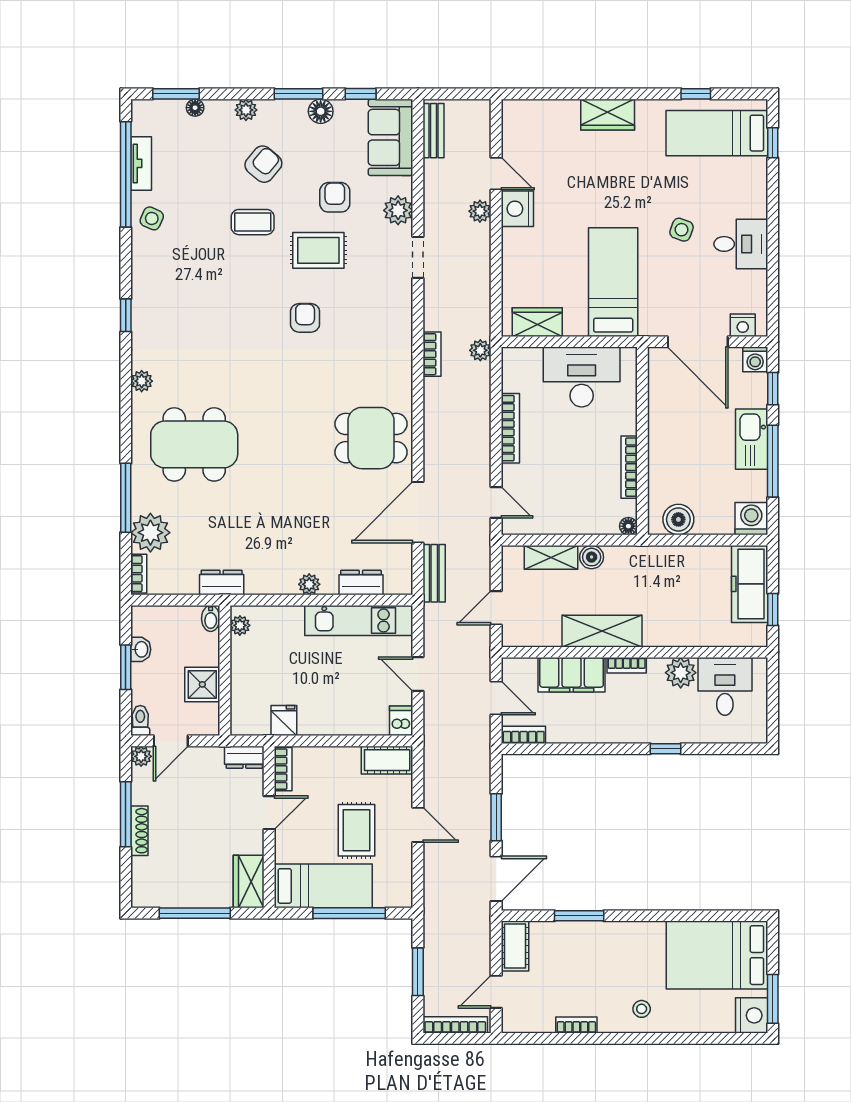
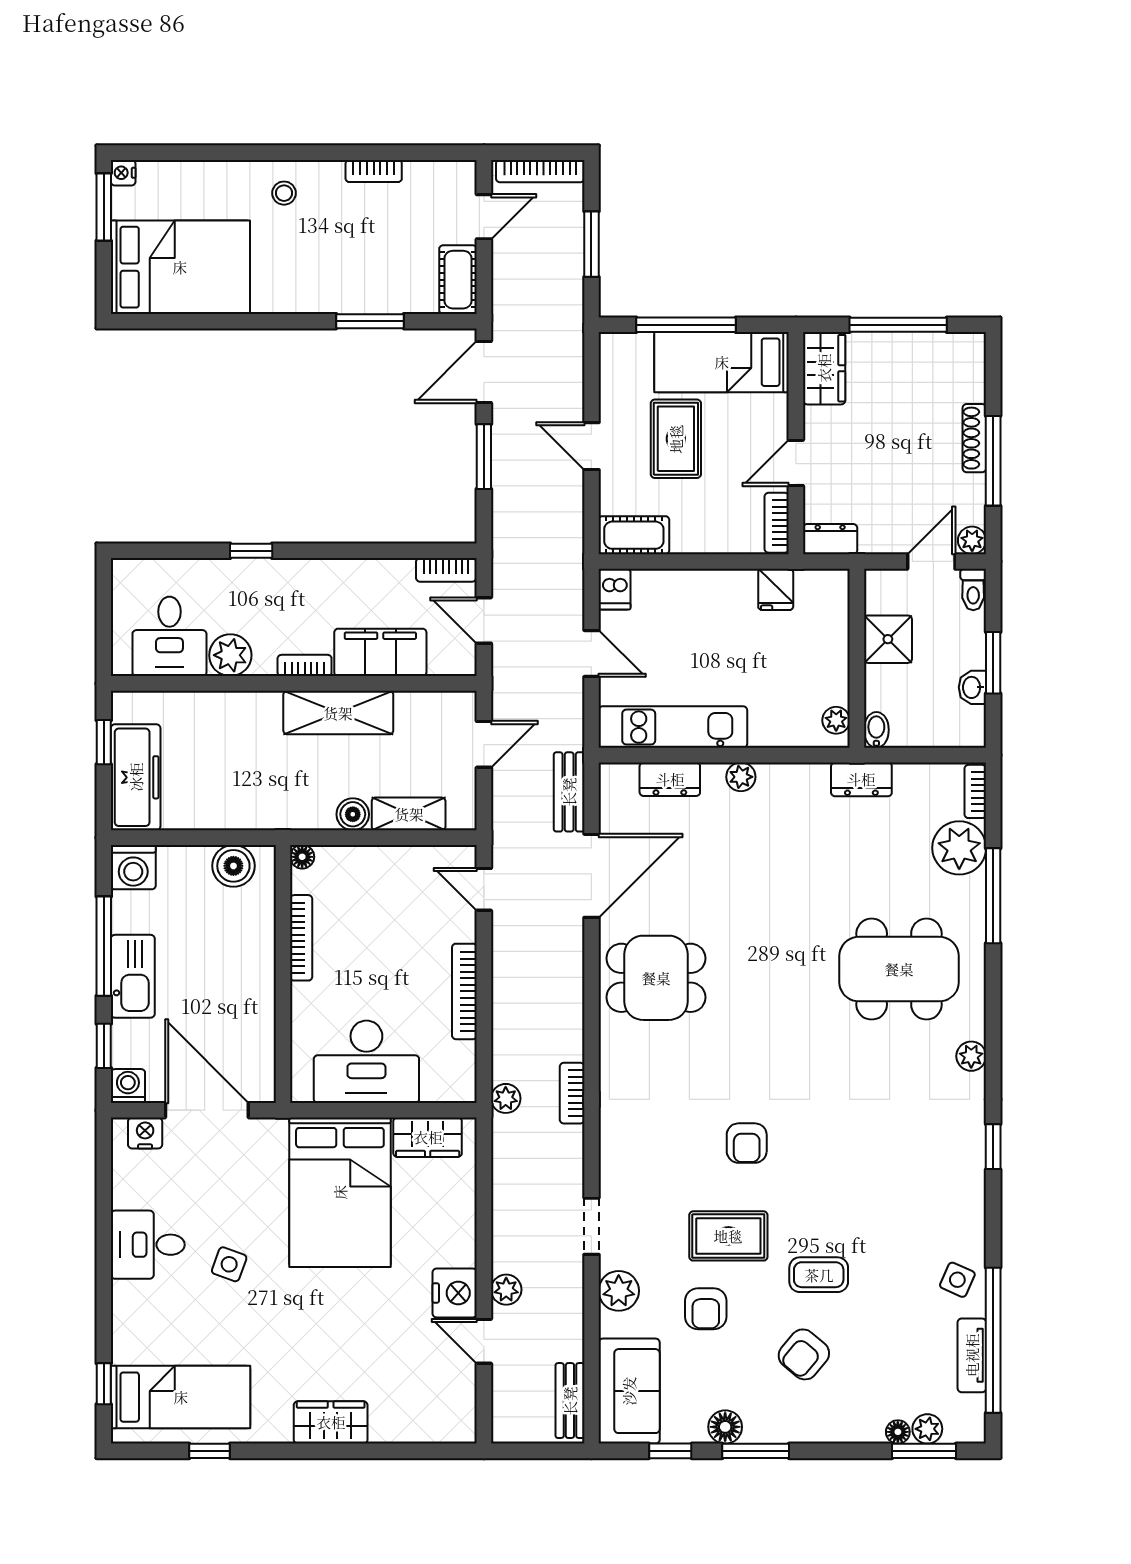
plant: (246, 110) -> (927, 1429), moved
bed: (613, 282) -> (340, 1192), width x1.50
nightstand: (752, 1015) -> (123, 173), width x0.53, depth x0.56

